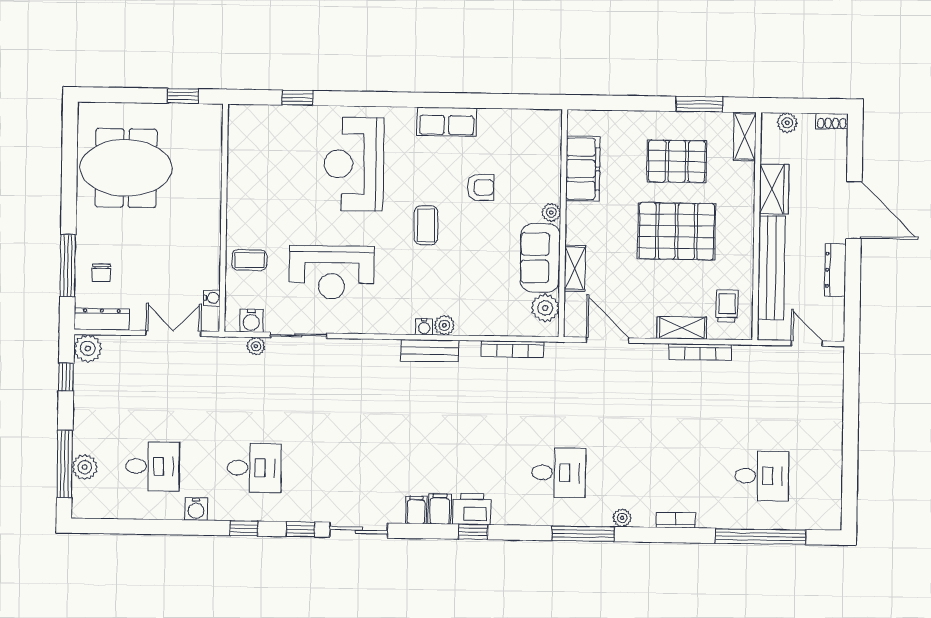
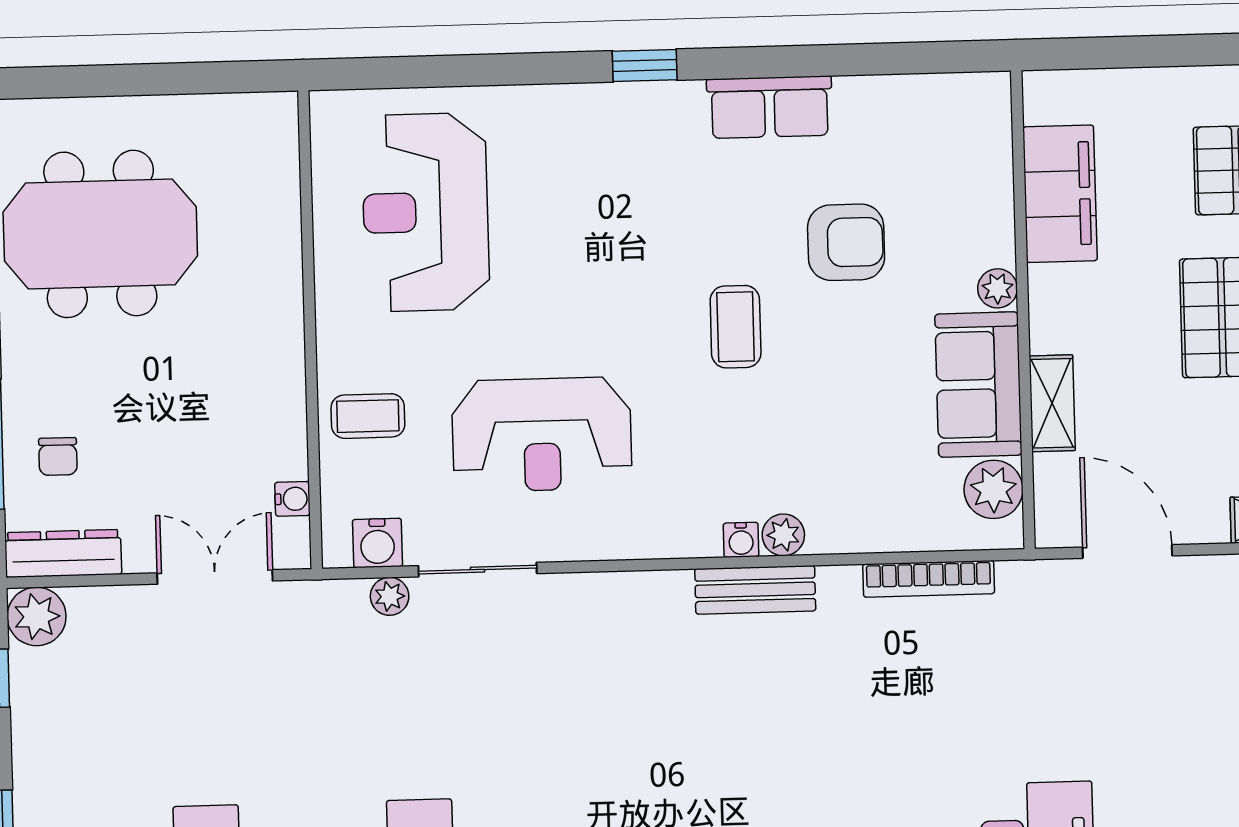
window: (183, 96) -> (213, 78), removed
window: (297, 98) -> (645, 66), moved
reception desk: (354, 164) -> (426, 212), moved
armchair: (480, 187) -> (846, 242), width x1.38, depth x1.38

